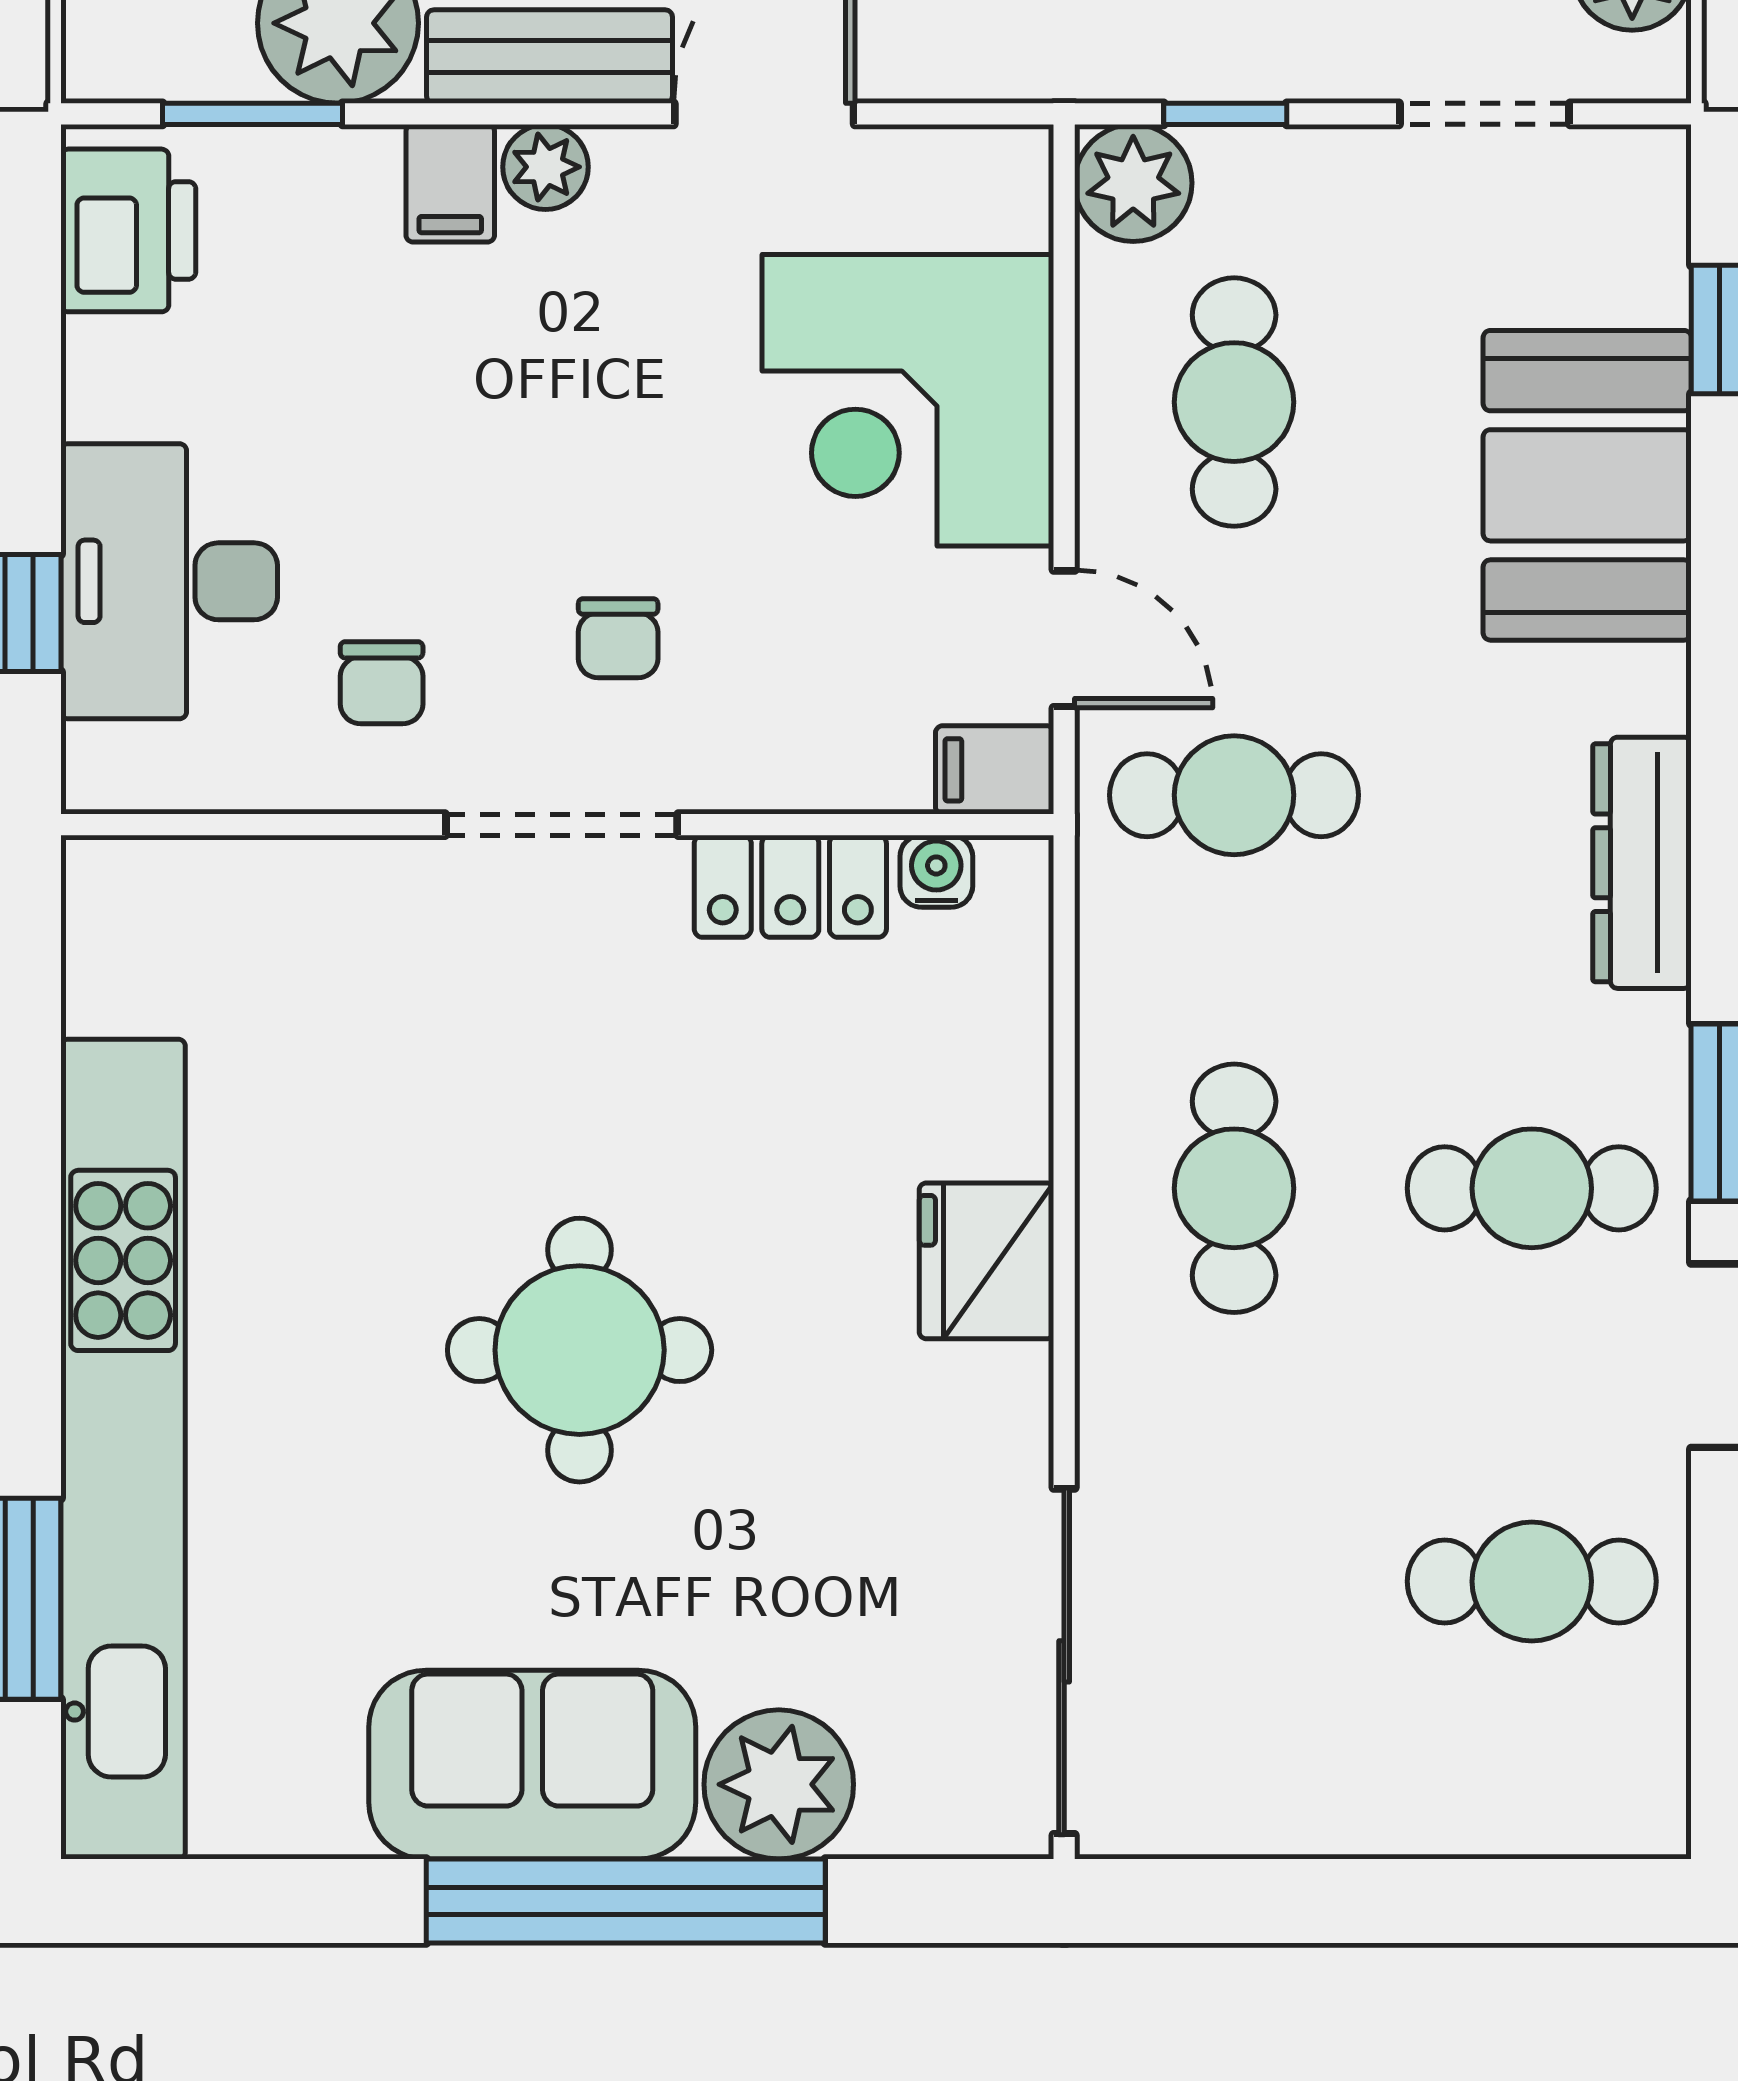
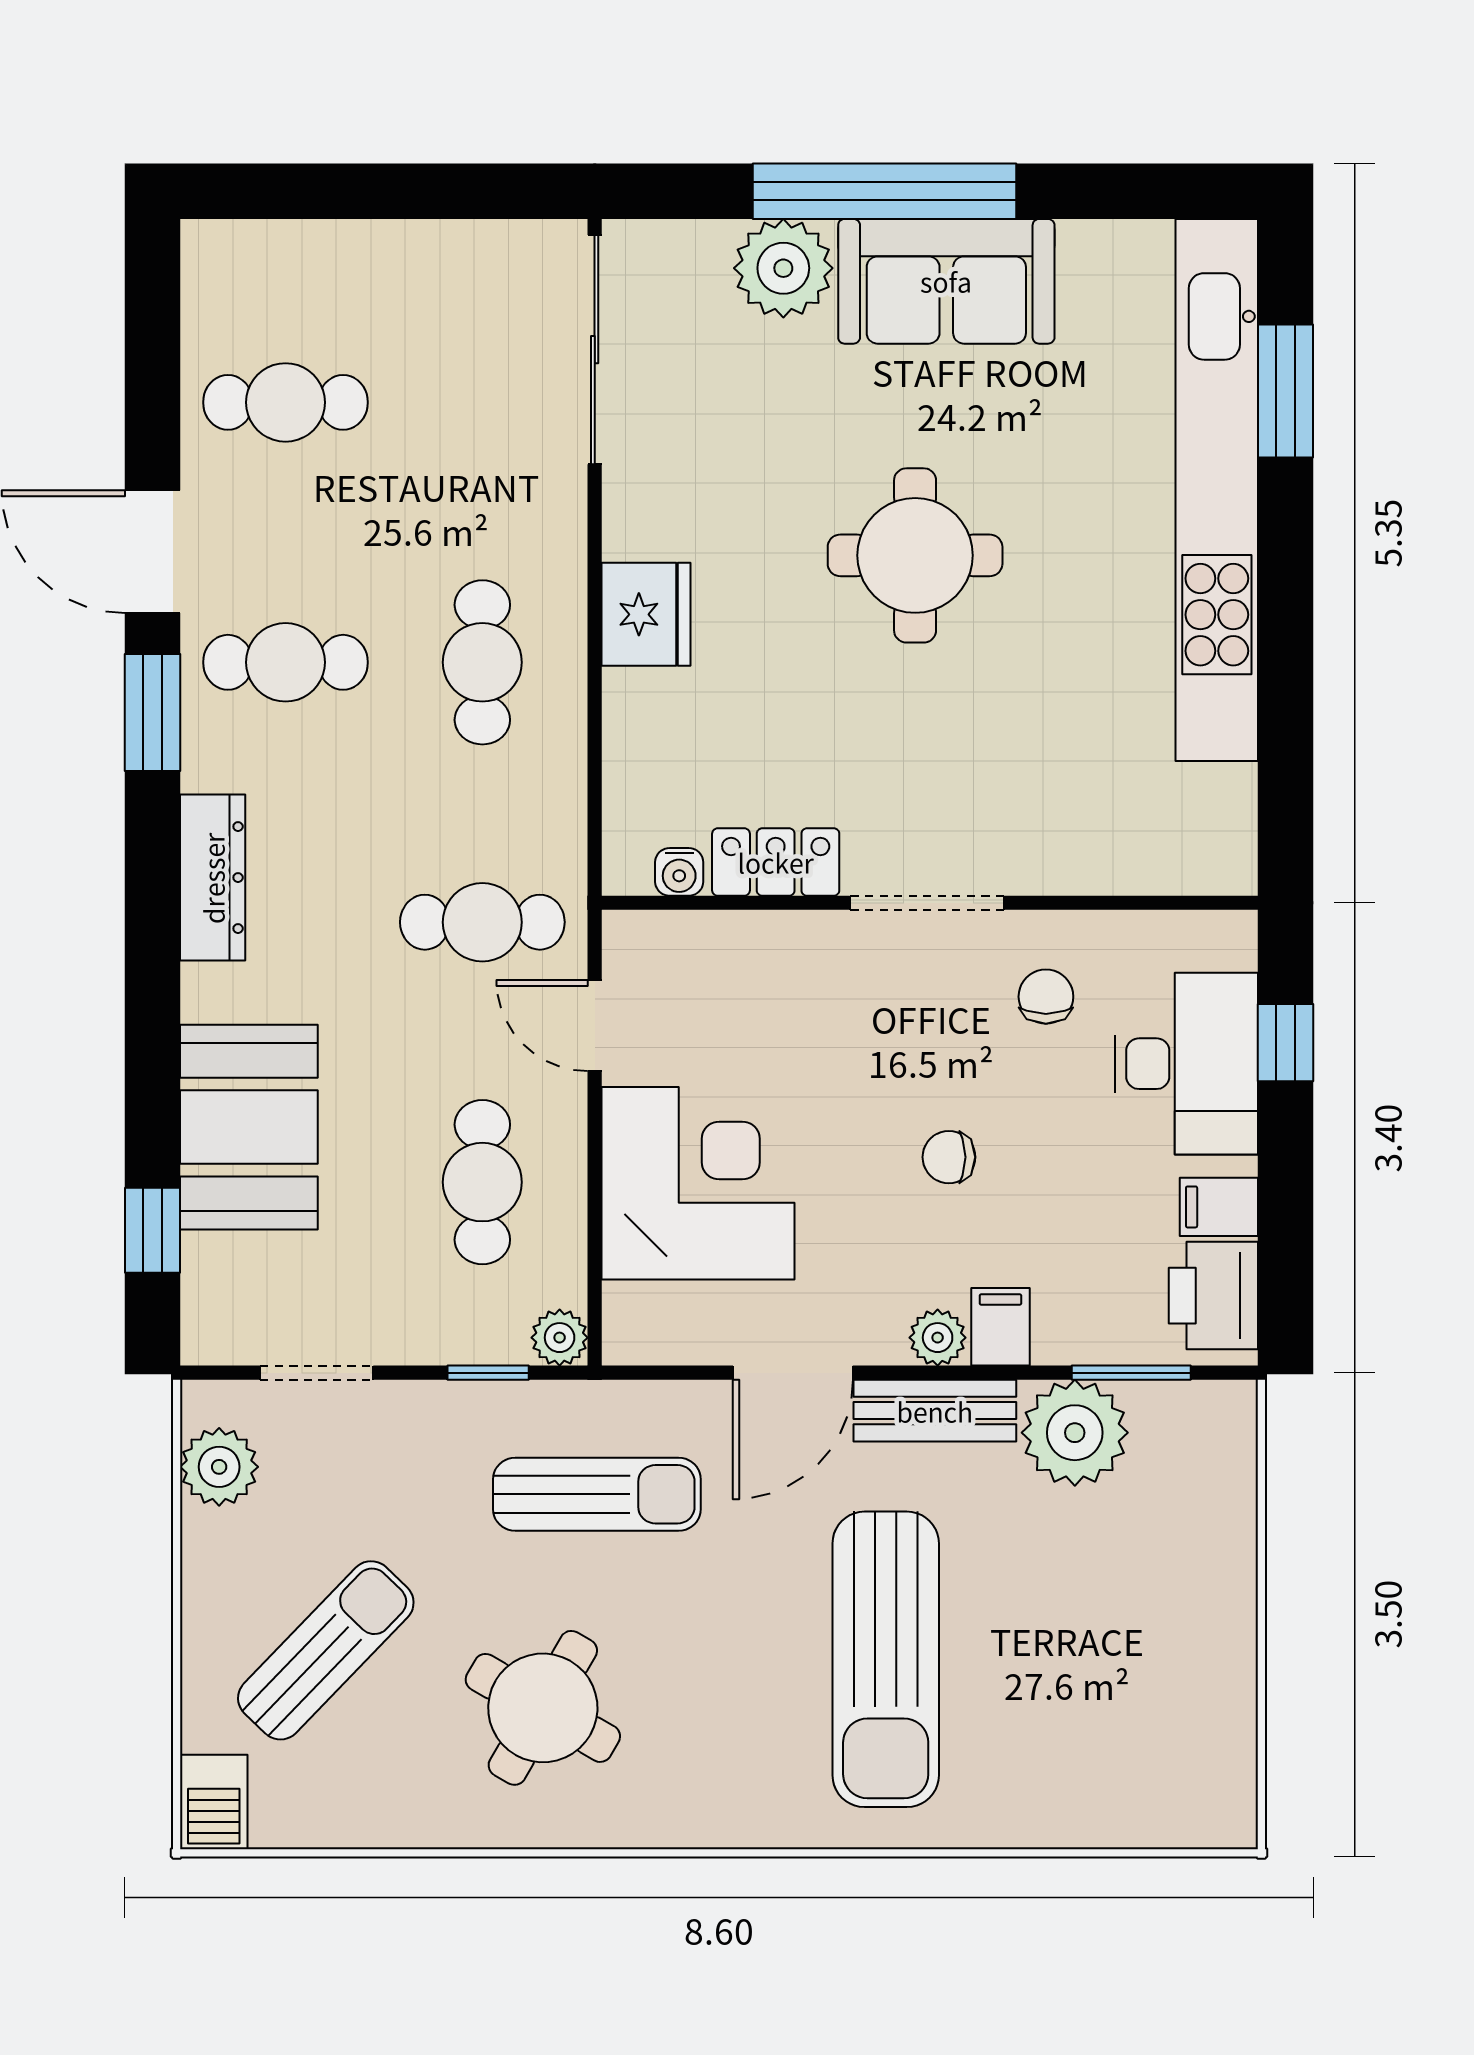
plant: (1133, 183) -> (560, 1338), width x0.73, depth x0.73
chair: (618, 638) -> (949, 1157), moved, turned -90
filing cabinet: (995, 770) -> (1219, 1207), moved, turned 180

